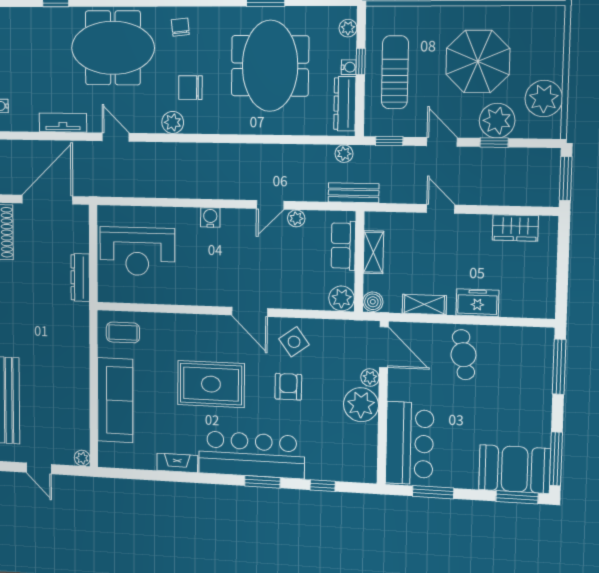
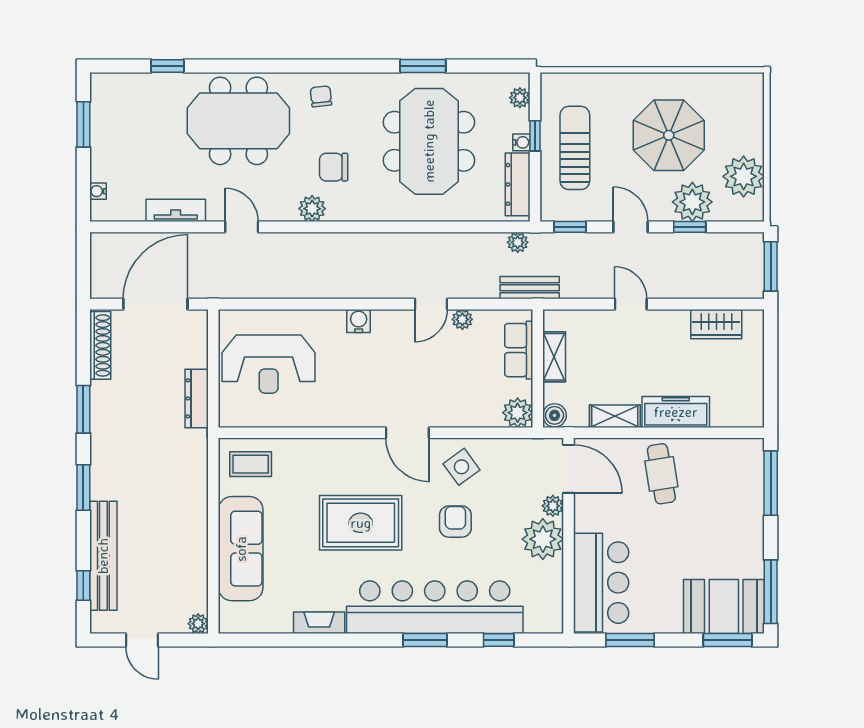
freezer: (477, 303) -> (676, 412), width x1.40
bar counter: (251, 455) -> (435, 607), width x1.36

